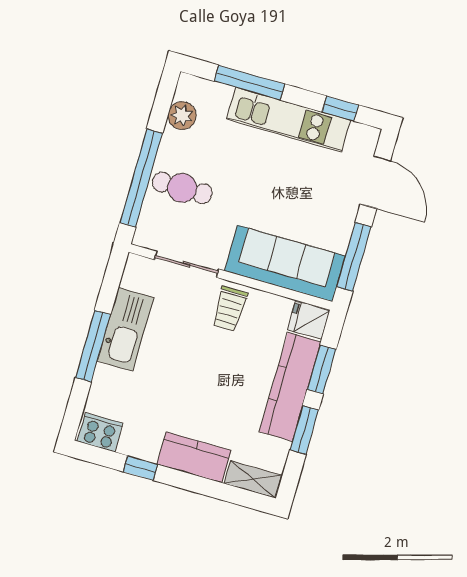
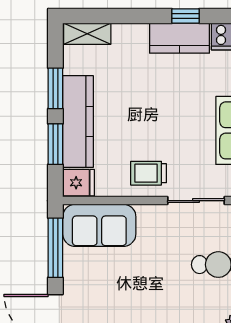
sofa: (285, 263) -> (99, 225), width x0.73
trolley: (230, 309) -> (149, 173), turned -90
kitchen counter: (194, 457) -> (180, 38), moved

